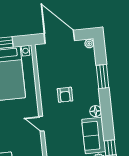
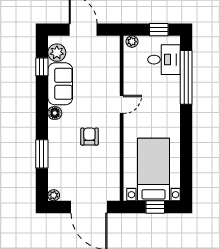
door: (41, 124) -> (122, 105), hinge flipped

